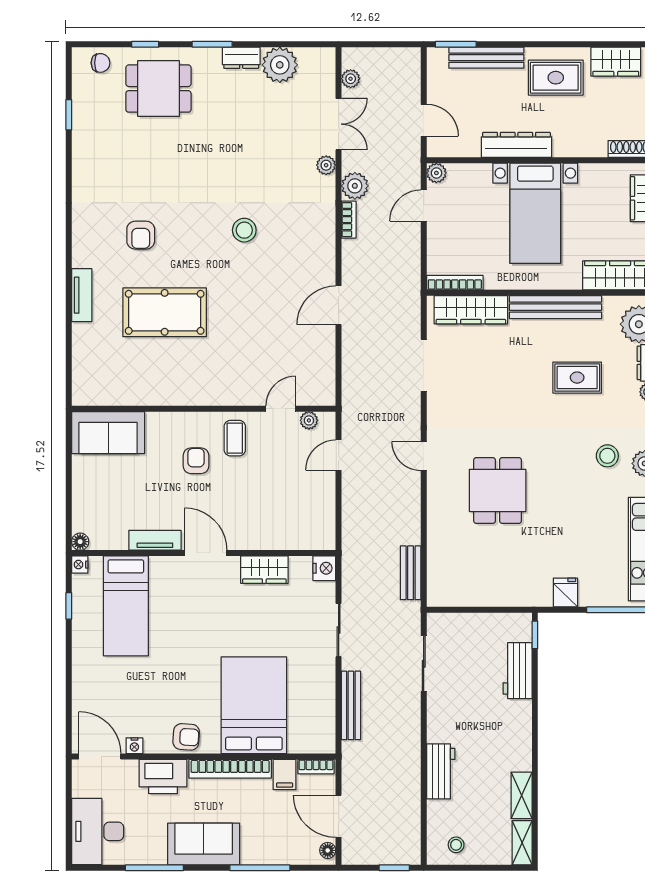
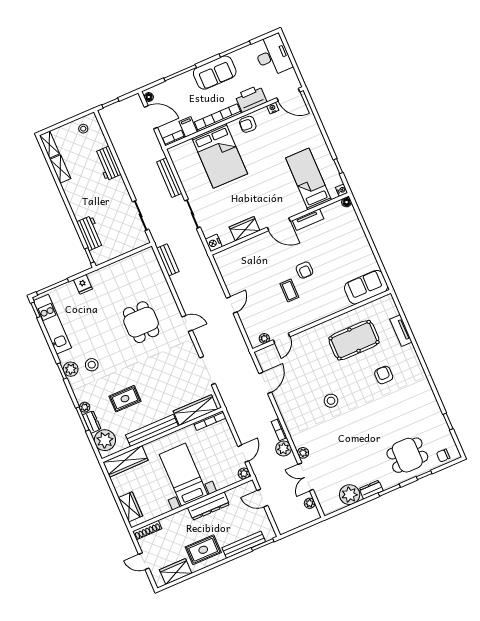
wall: (204, 409) -> (322, 321), moved
door: (281, 409) -> (282, 338), moved
plant: (309, 420) -> (264, 338), moved
sofa: (108, 433) -> (366, 287), moved

